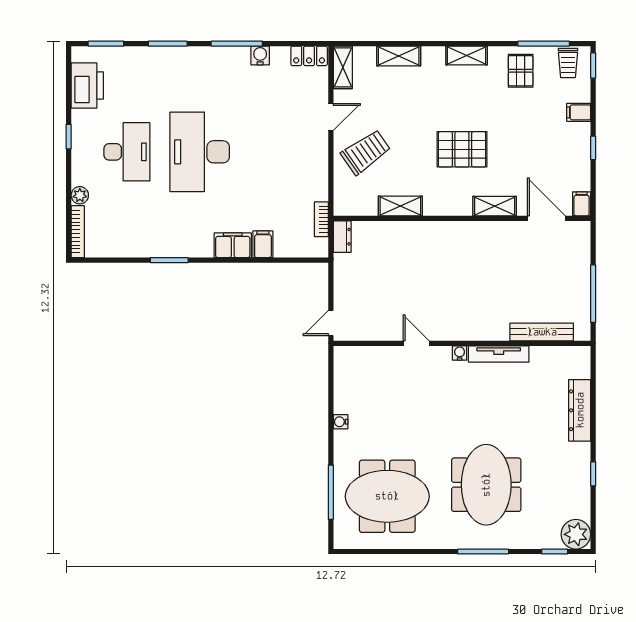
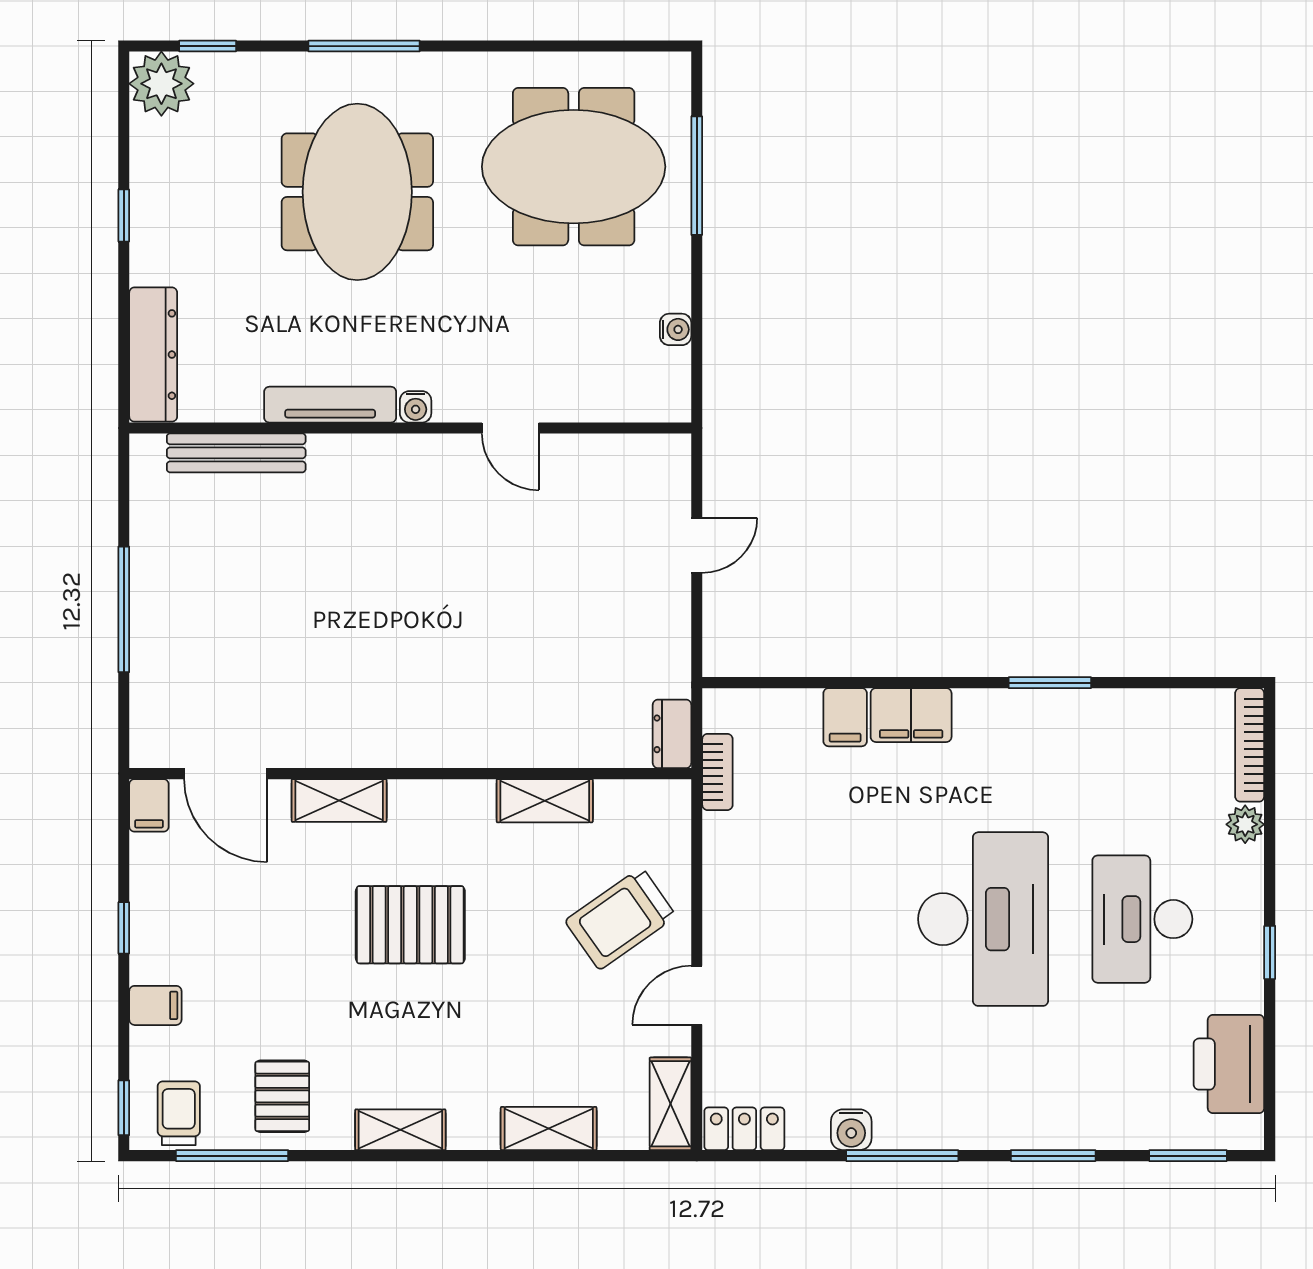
bench: (542, 332) -> (236, 453), moved
door: (416, 343) -> (510, 428), moved
wall: (462, 343) -> (410, 428), moved
water cooler: (460, 353) -> (416, 407), moved
tv unit: (499, 354) -> (330, 405), moved

